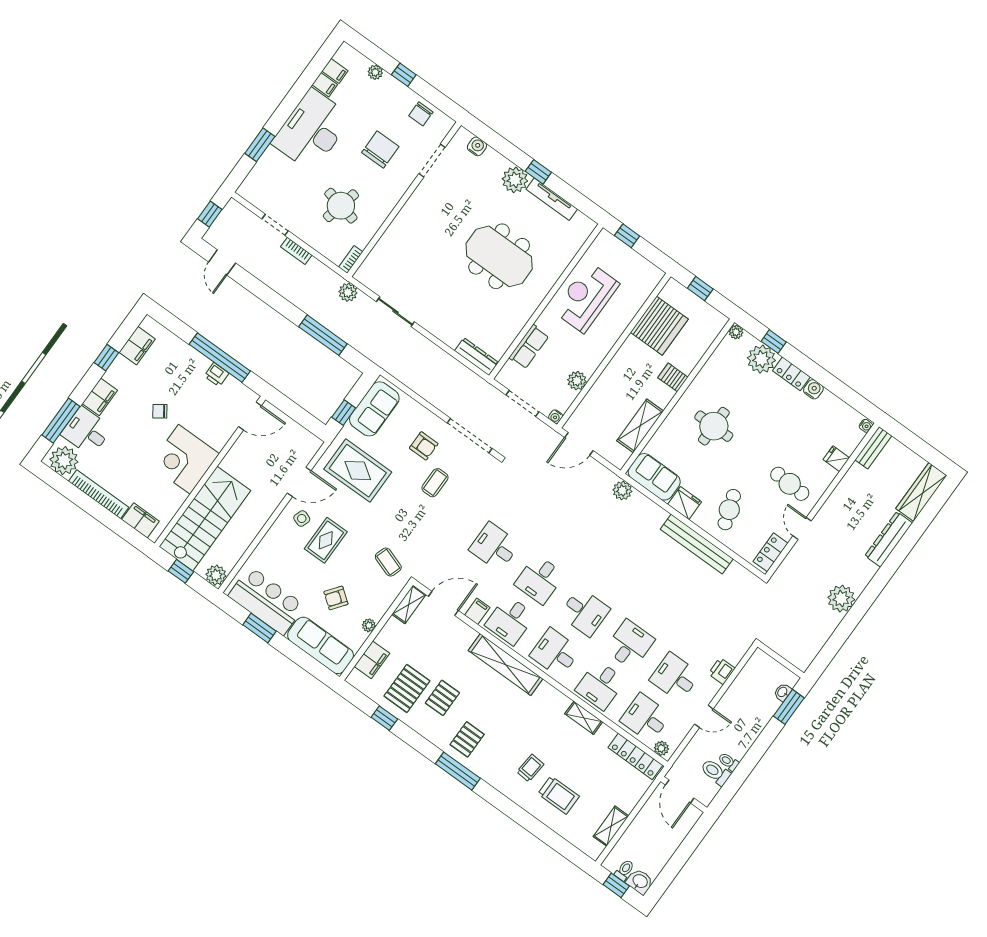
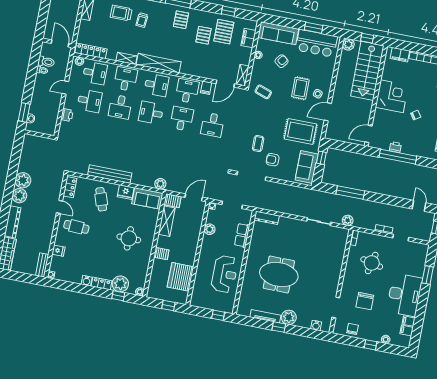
server rack: (615, 454) -> (172, 201), added
desk: (494, 547) -> (213, 125), turned 90
plant: (858, 576) -> (19, 196), added
shelving: (506, 665) -> (159, 63), moved

